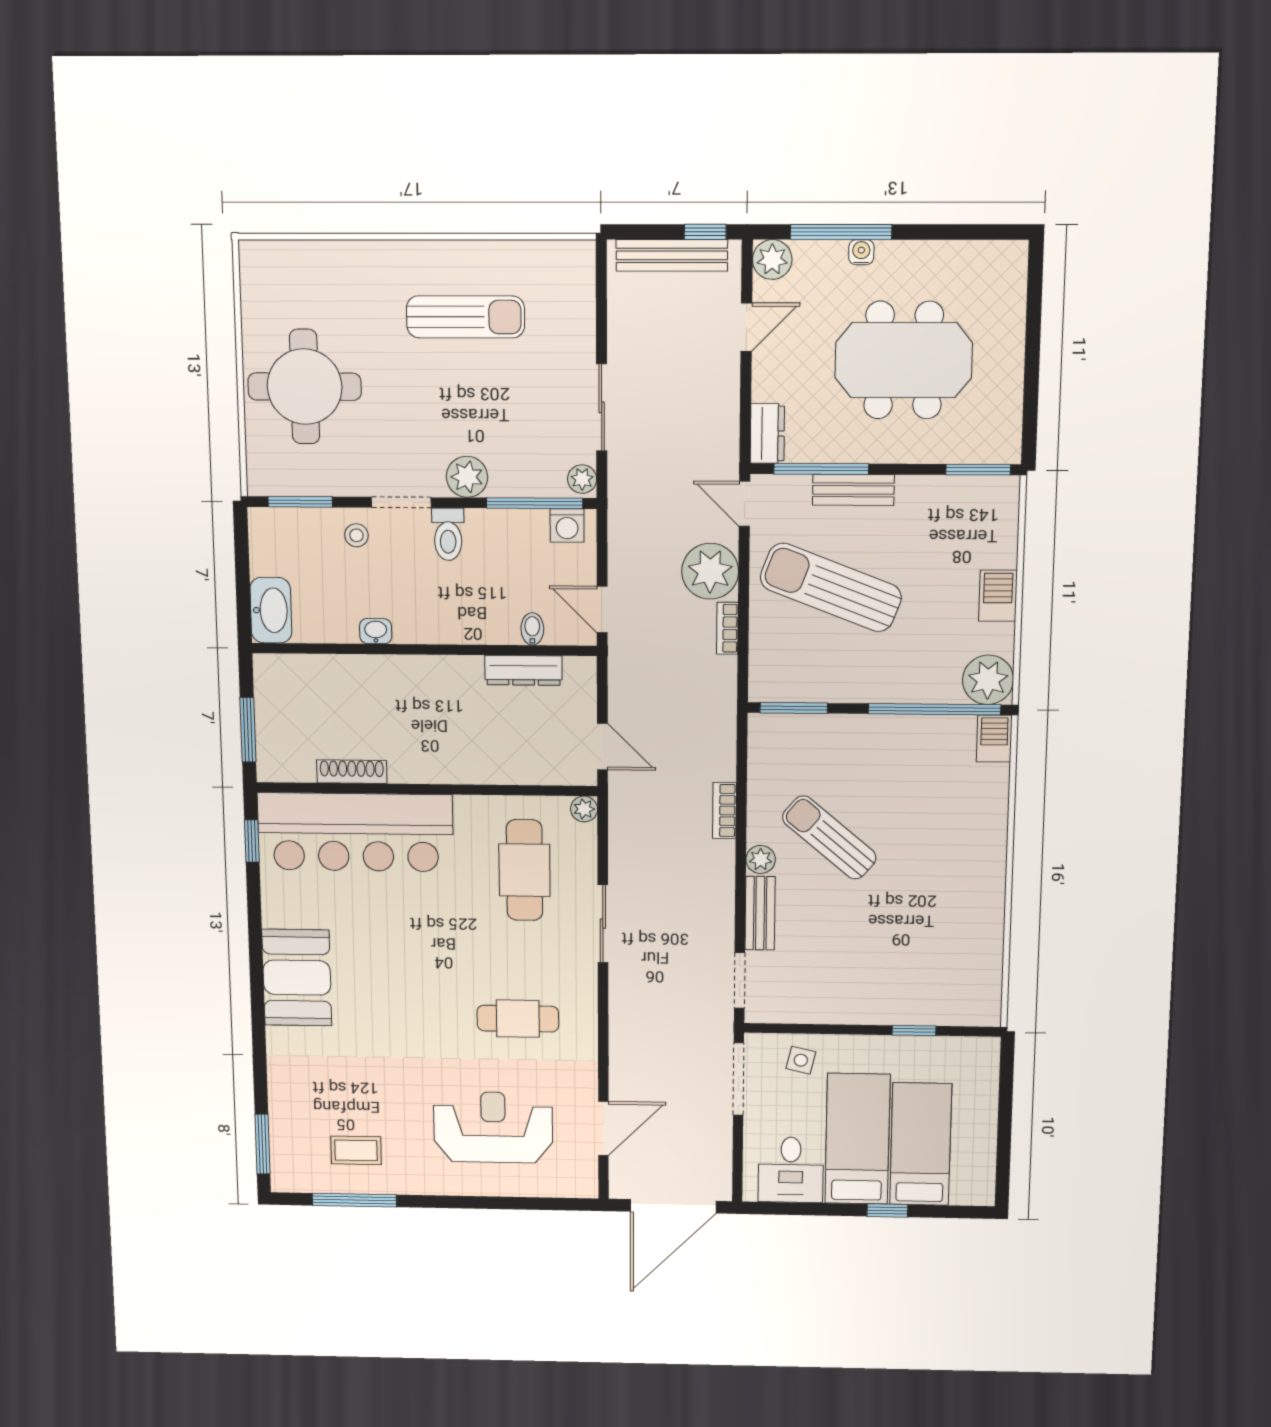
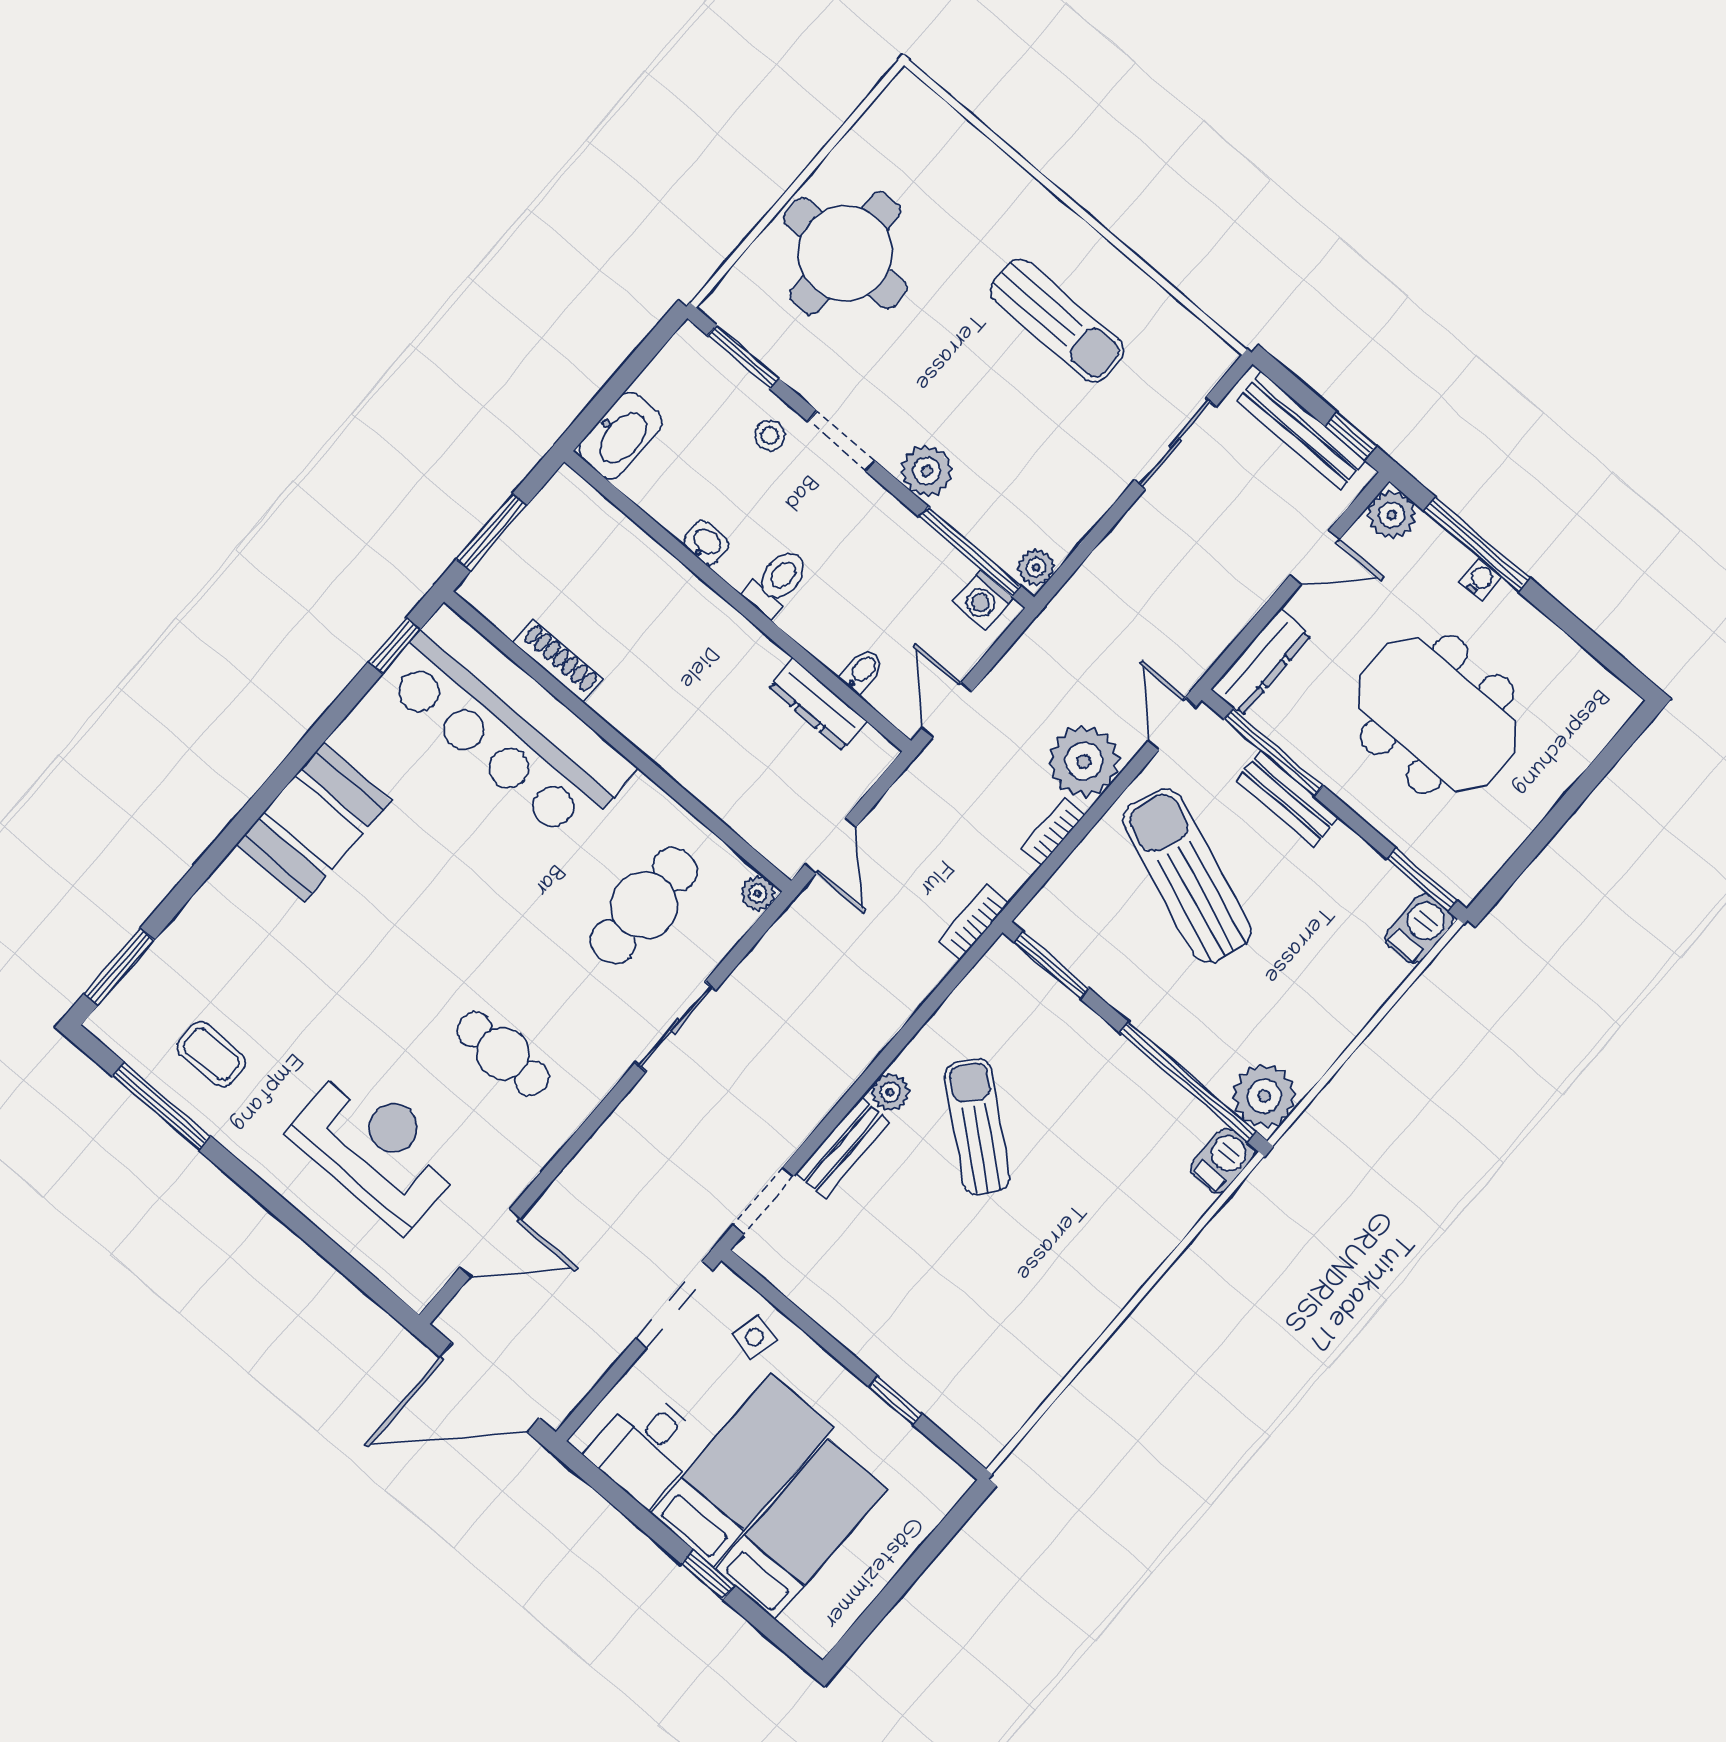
sliding door: (602, 407) -> (1175, 443), moved
dresser: (767, 433) -> (1261, 662), width x1.44
toilet: (448, 534) -> (777, 582), moved, turned 180
barbecue: (998, 596) -> (1419, 929), moved
bookcase: (725, 810) -> (974, 922), moved

